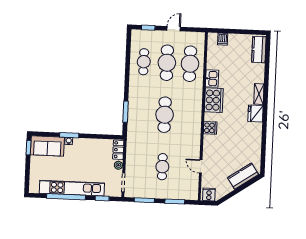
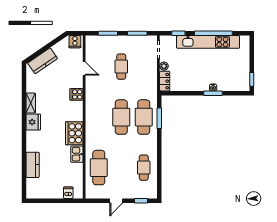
kitchen counter: (259, 50) -> (33, 165), moved
cafe table: (167, 63) -> (144, 117), moved
shelving: (259, 94) -> (31, 103), moved
cooker: (210, 128) -> (77, 94), moved
sofa: (47, 146) -> (234, 82), removed

